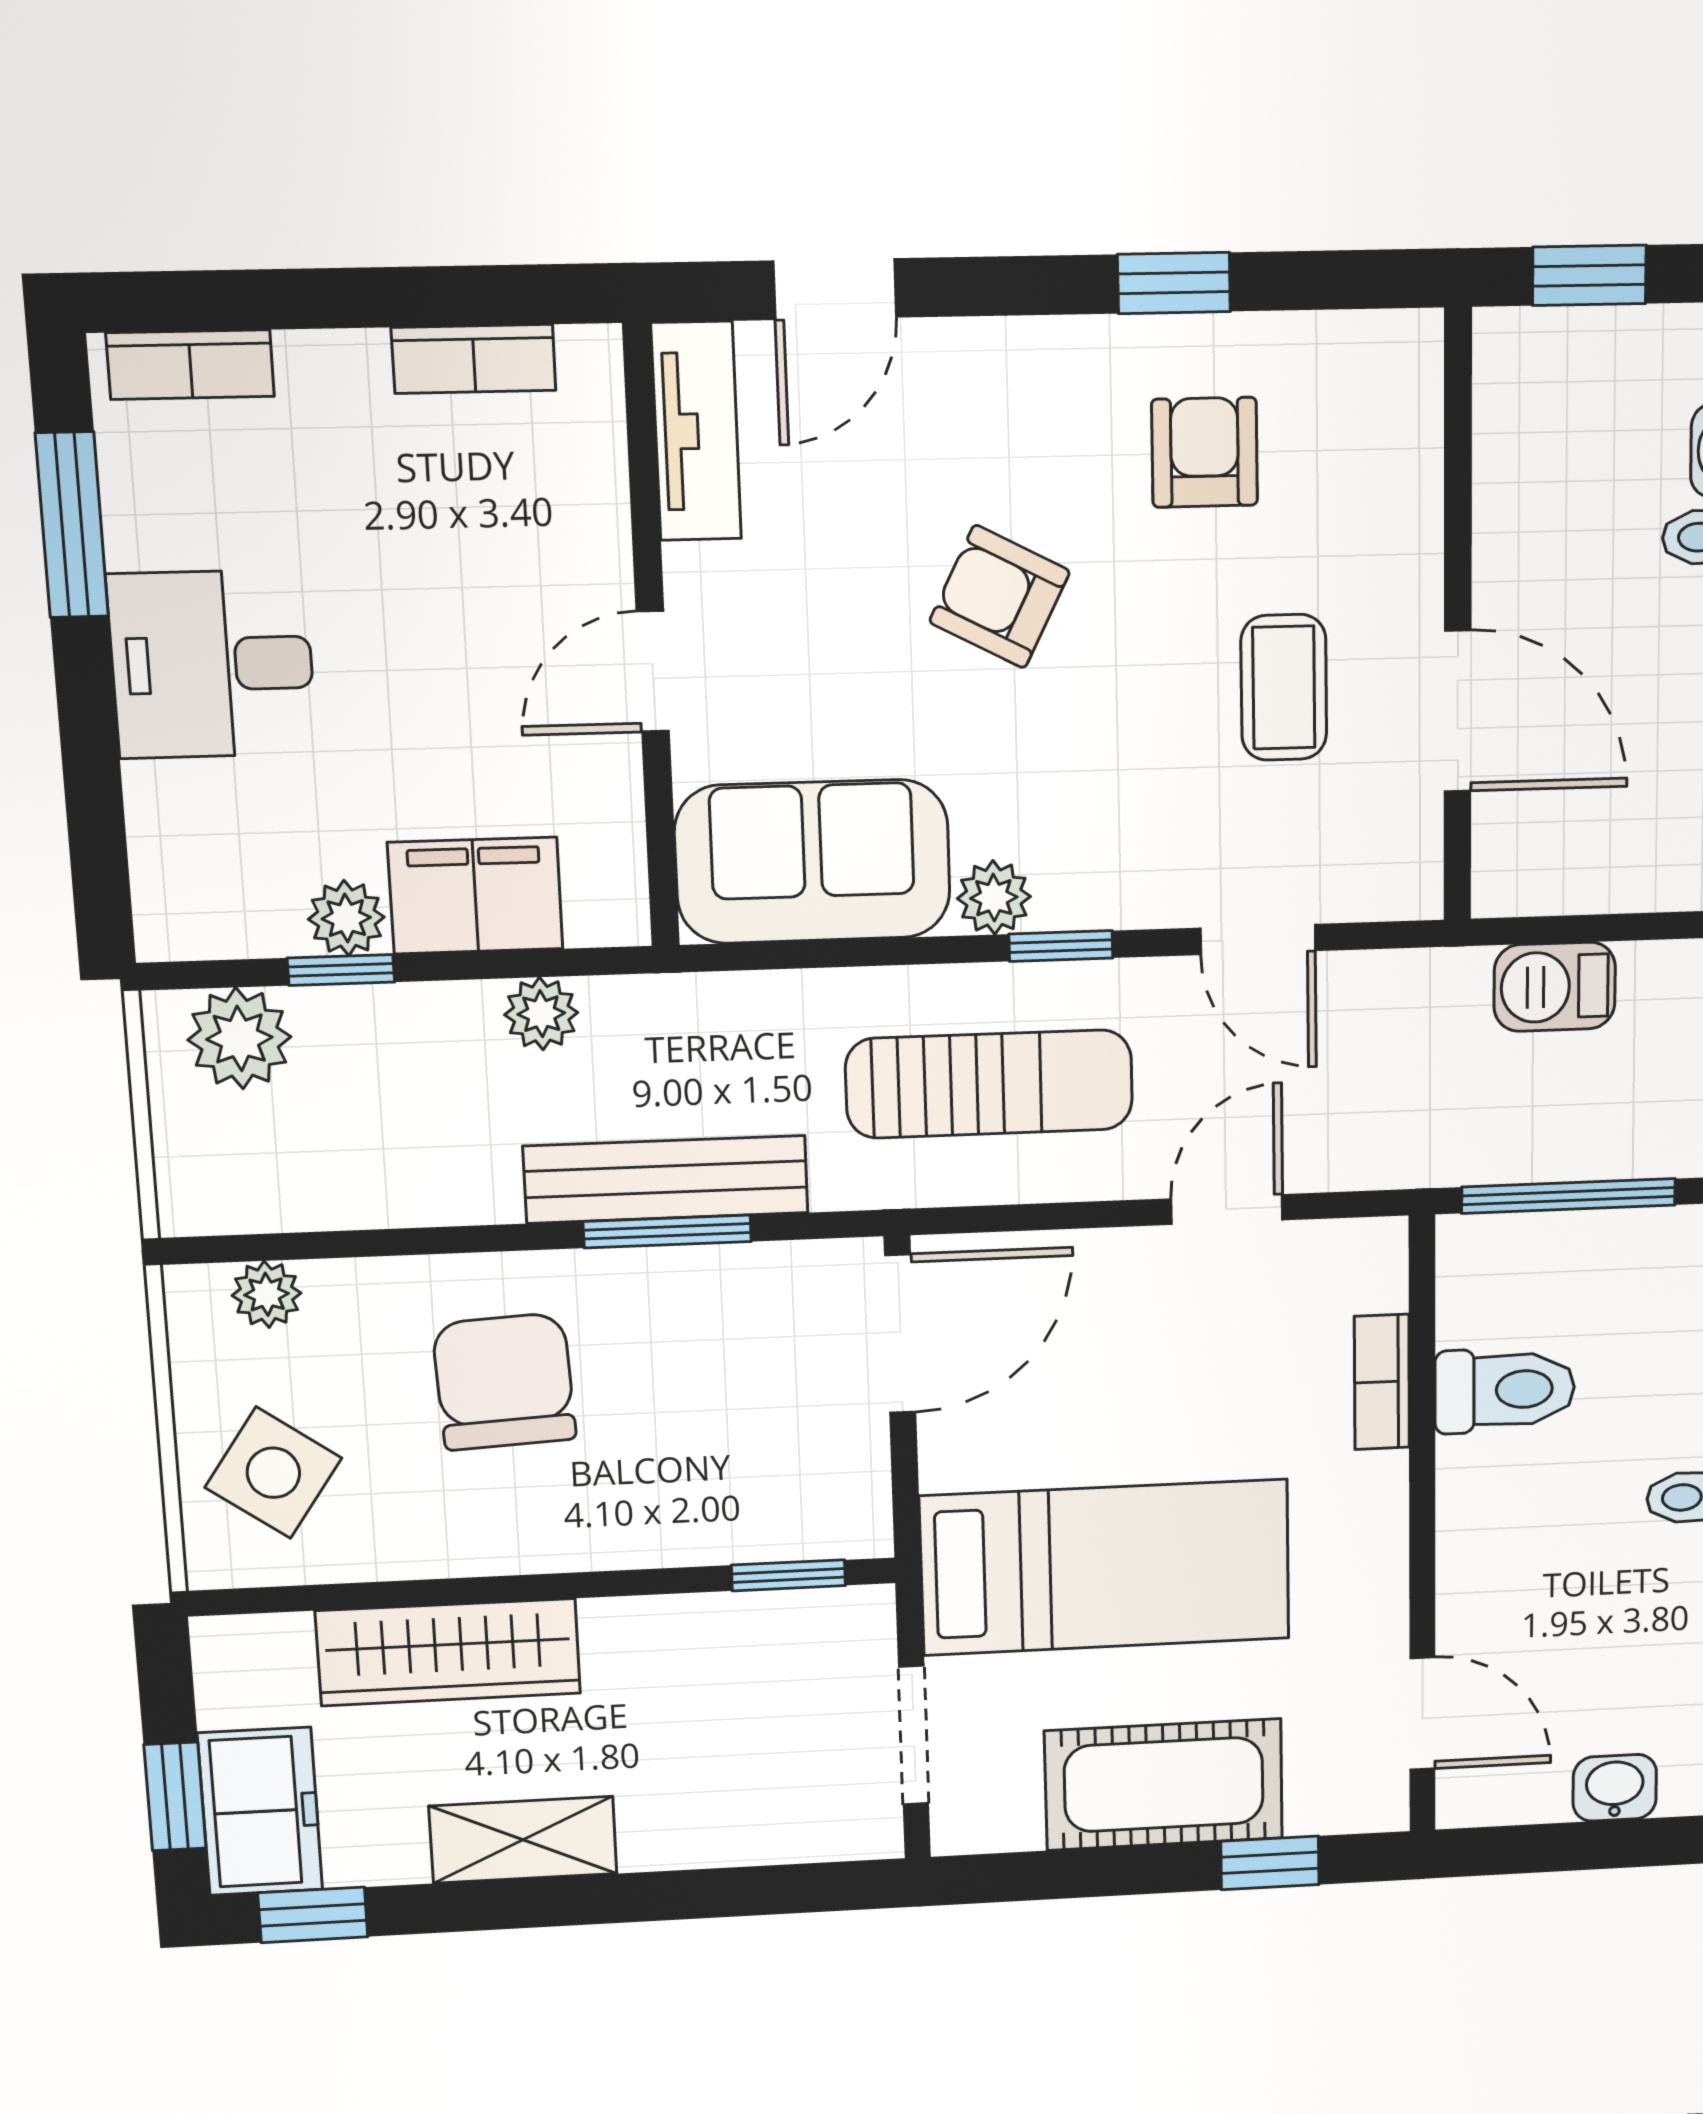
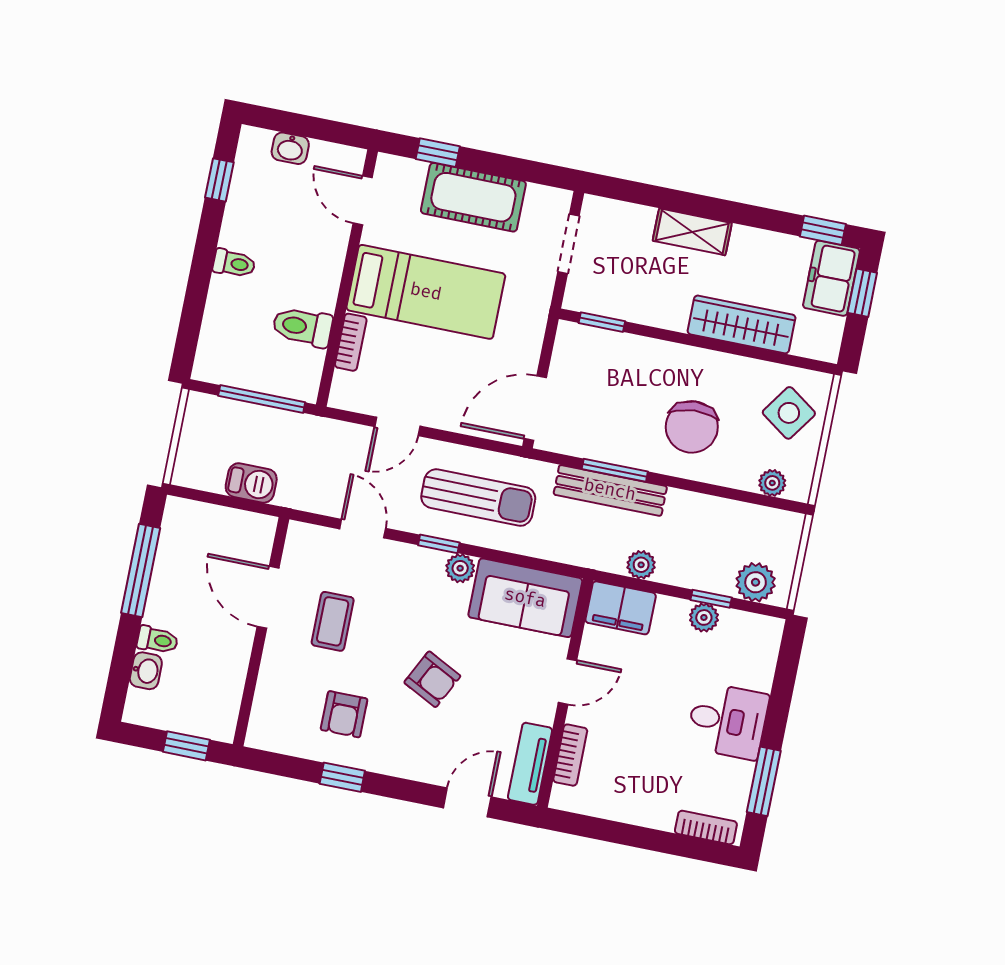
bookcase: (474, 359) -> (570, 755), moved, turned 90
filing cabinet: (475, 896) -> (621, 608), moved
sun lounger: (989, 1084) -> (478, 498), turned 180
bed: (1105, 1567) -> (426, 292), moved, turned 180
shelving: (523, 1840) -> (692, 232), moved

